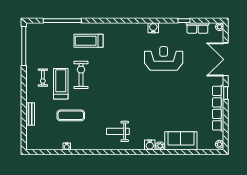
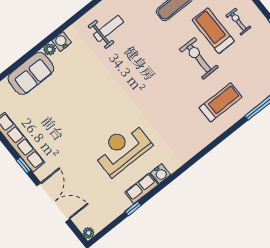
row of seats: (197, 28) -> (142, 188), moved
reception desk: (164, 58) -> (122, 149), turned 180
exercise bike: (81, 75) -> (199, 58), turned 180
treadmill: (61, 84) -> (213, 31), turned 180

